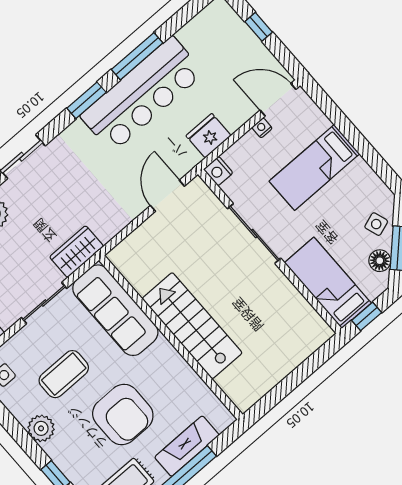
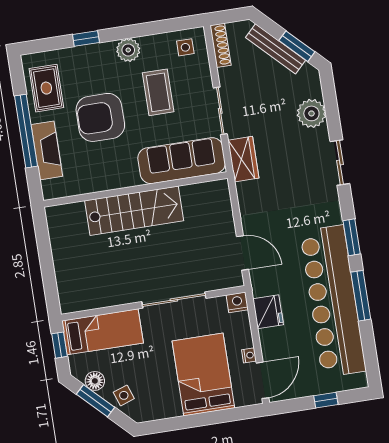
bar counter: (142, 94) -> (333, 301), width x1.36
bed: (314, 167) -> (203, 374), width x1.50

